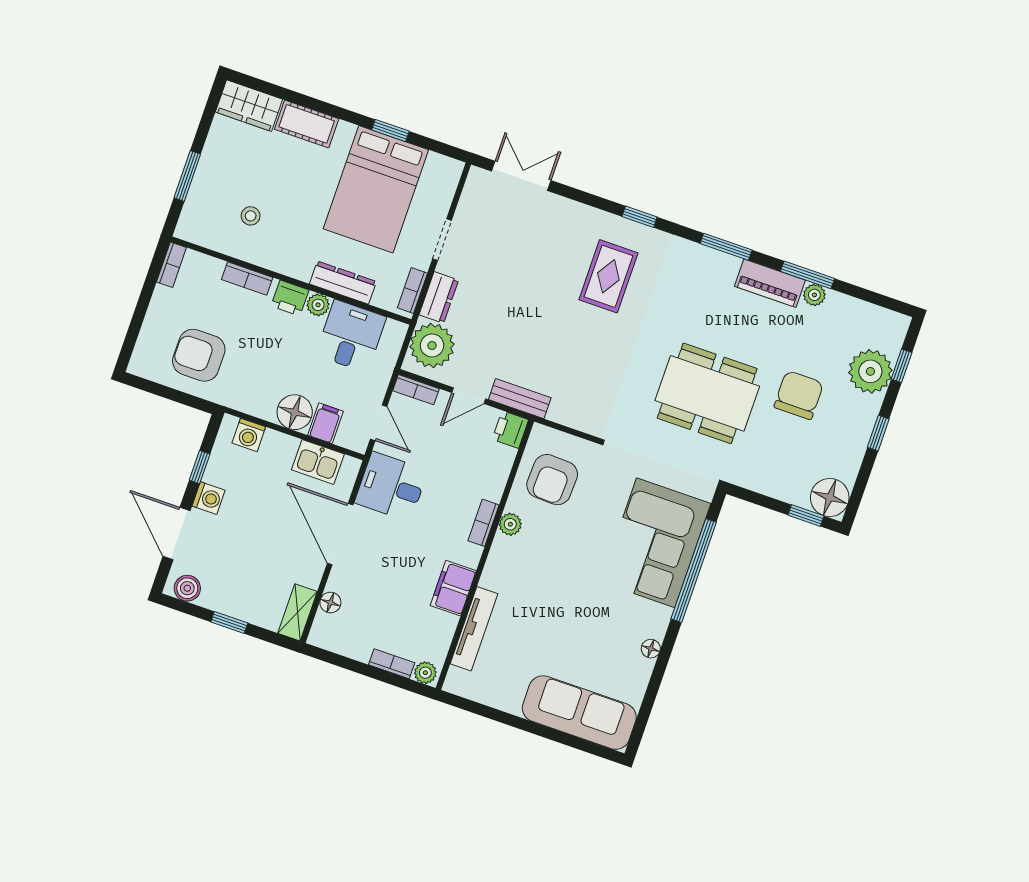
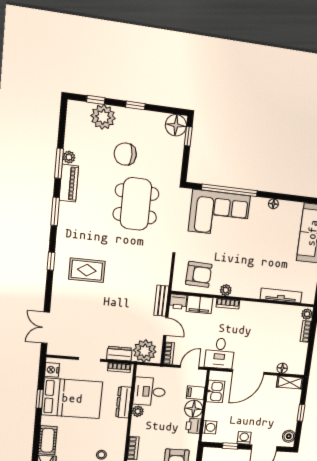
nightstand: (440, 167) -> (52, 370), added
printer: (290, 298) -> (193, 426), moved, turned 180
filing cabinet: (453, 588) -> (199, 305), moved

